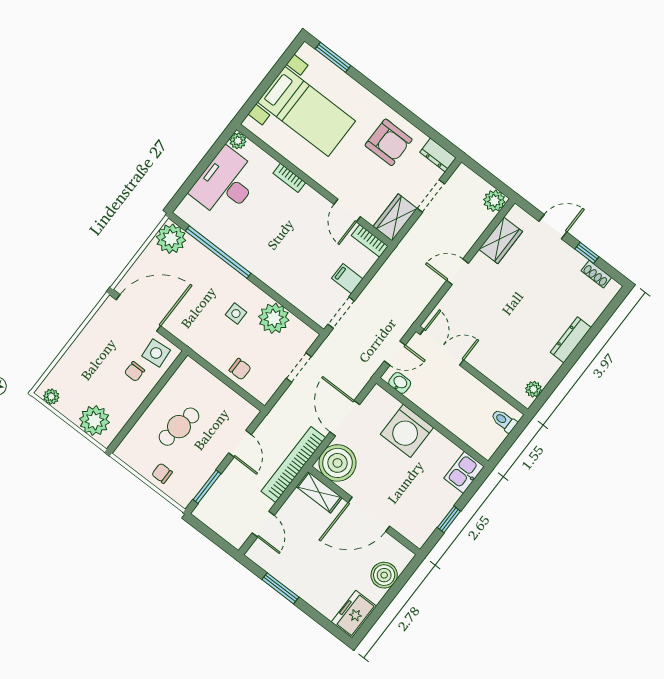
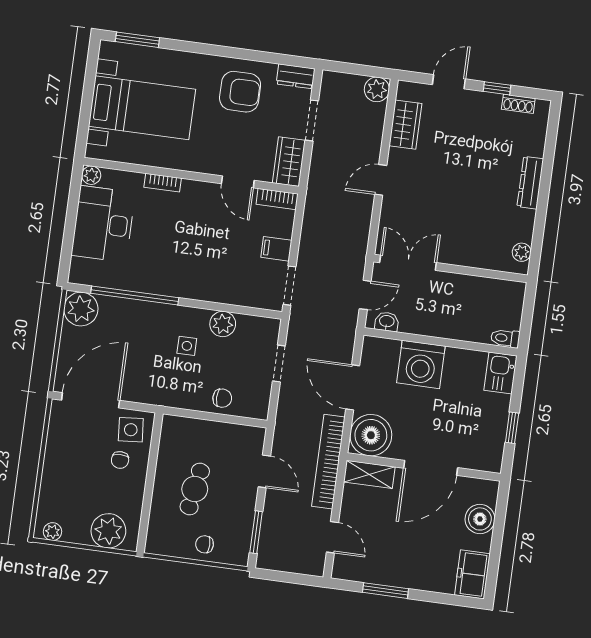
plant: (274, 318) -> (223, 324), width x0.73, depth x0.73
toilet: (504, 421) -> (505, 338), moved

